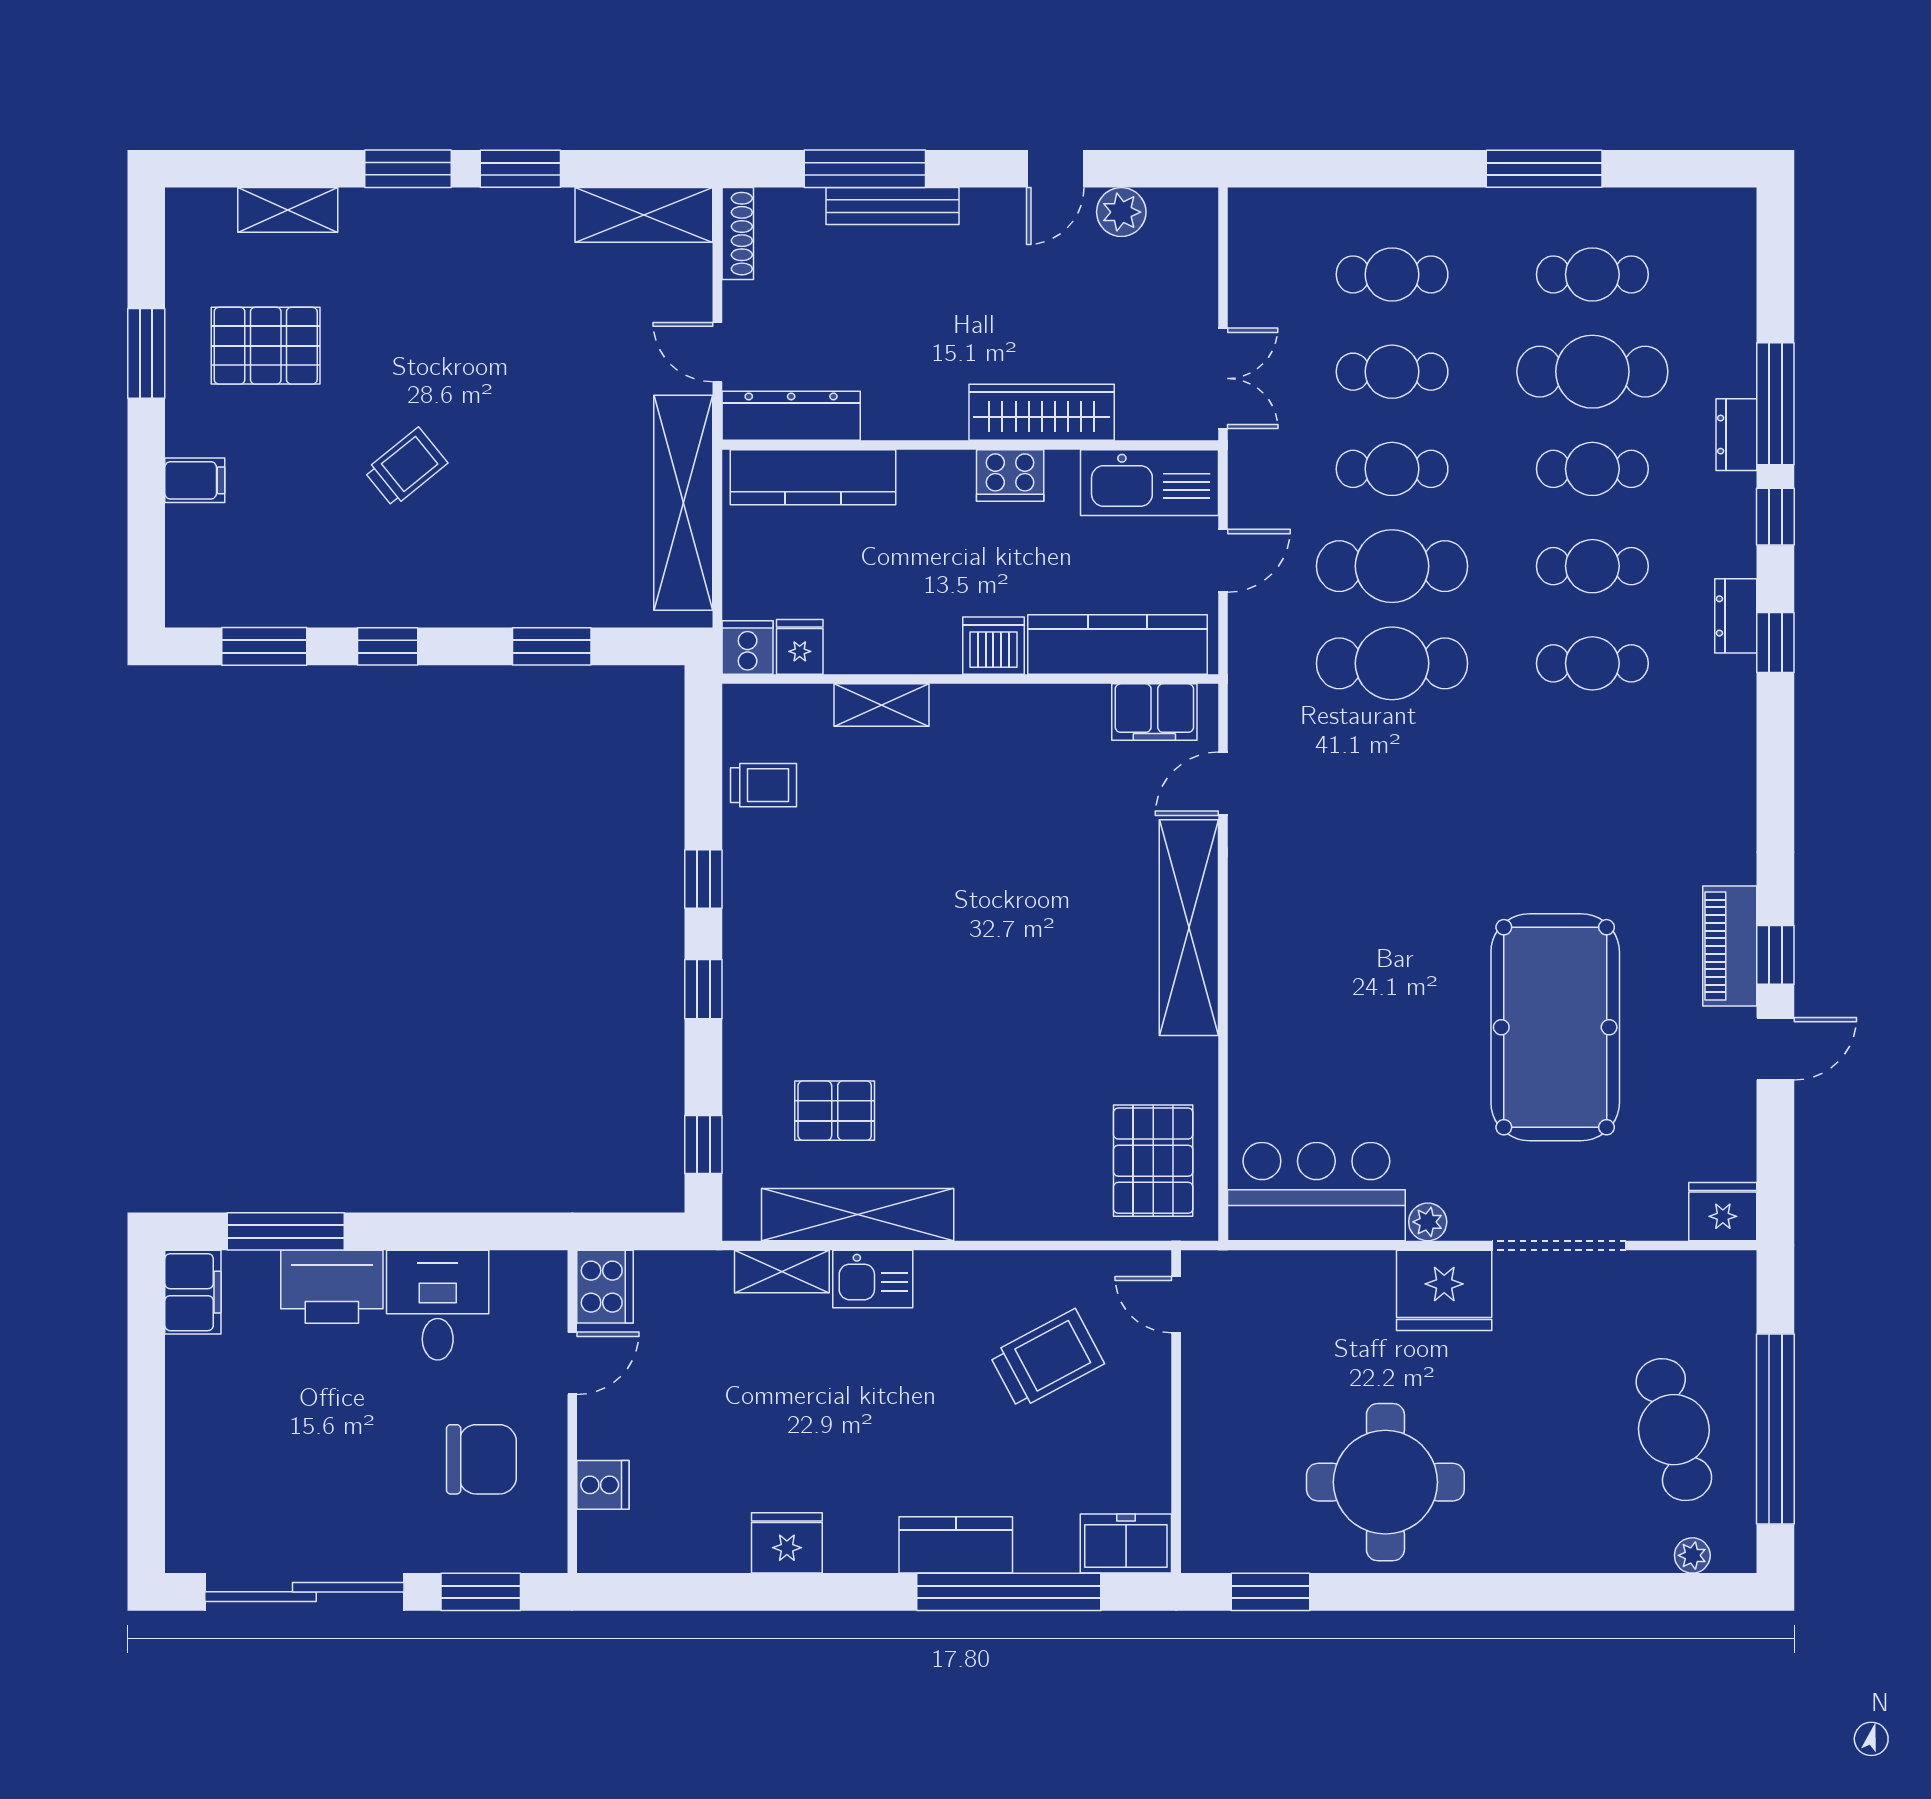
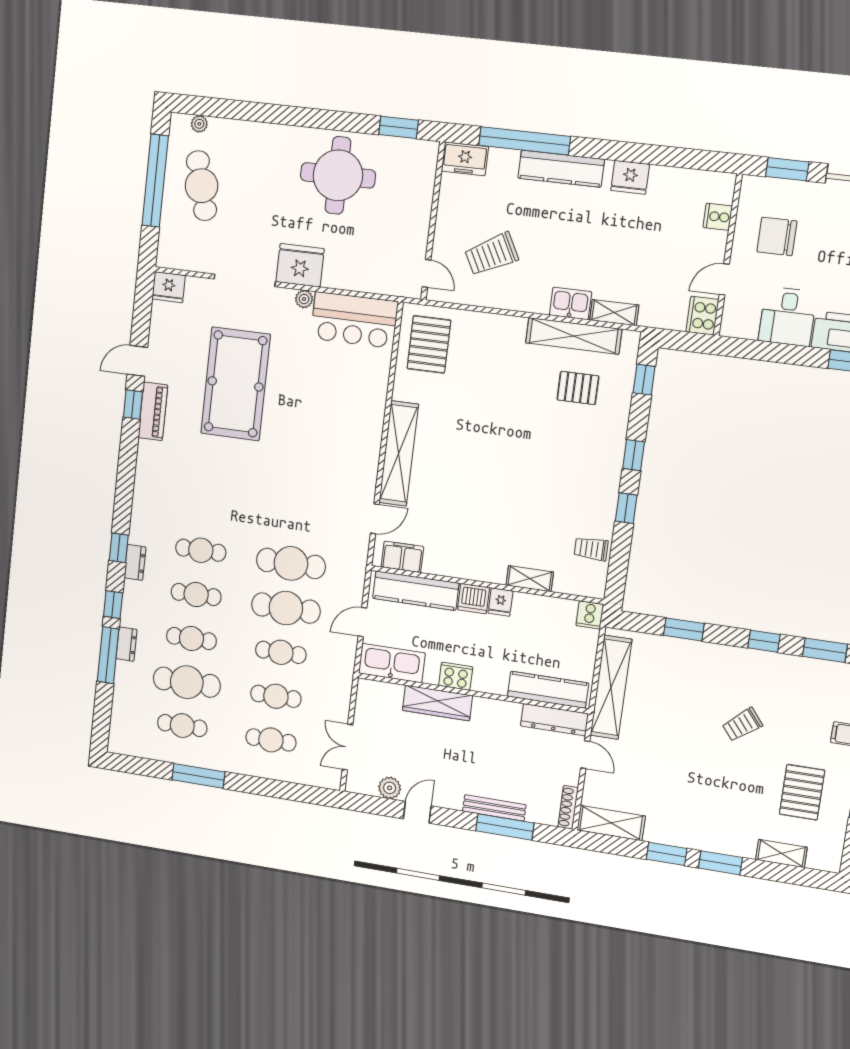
pallet: (266, 346) -> (802, 792), turned 90
double door: (1223, 378) -> (348, 747), moved
fridge: (800, 647) -> (500, 602), moved
kitchen counter: (956, 1545) -> (561, 169), width x1.50

